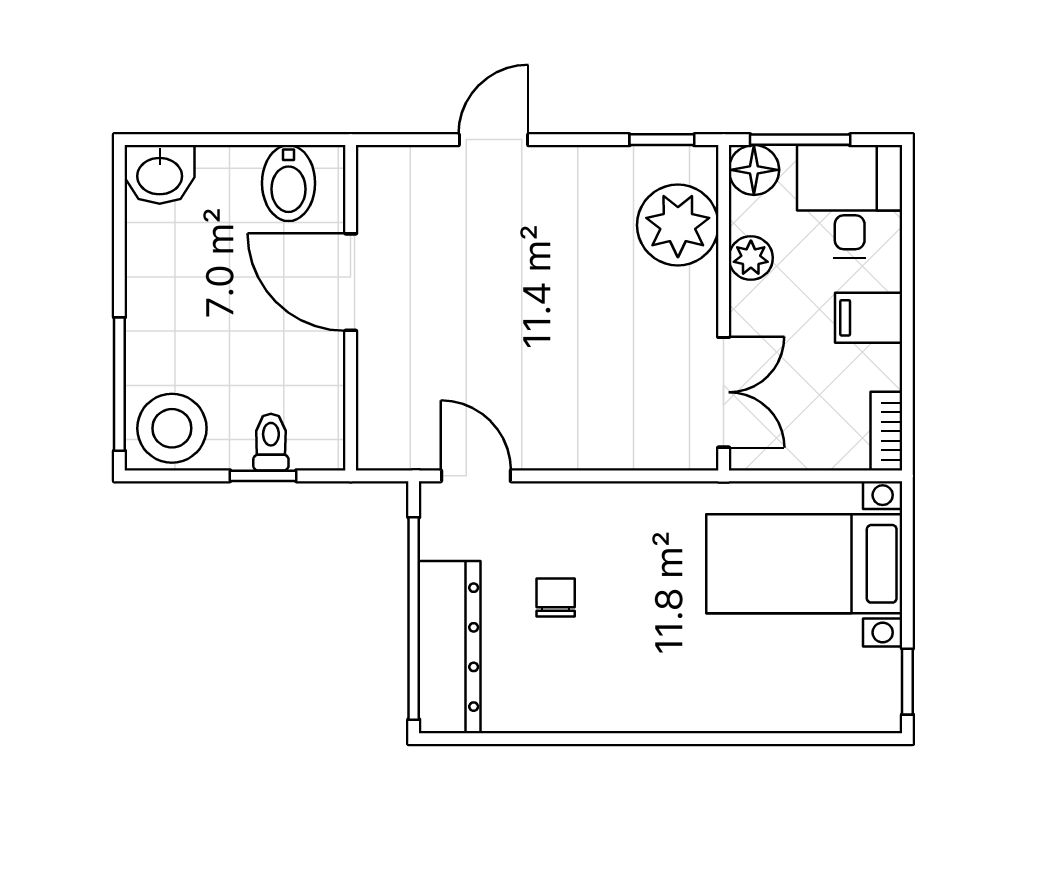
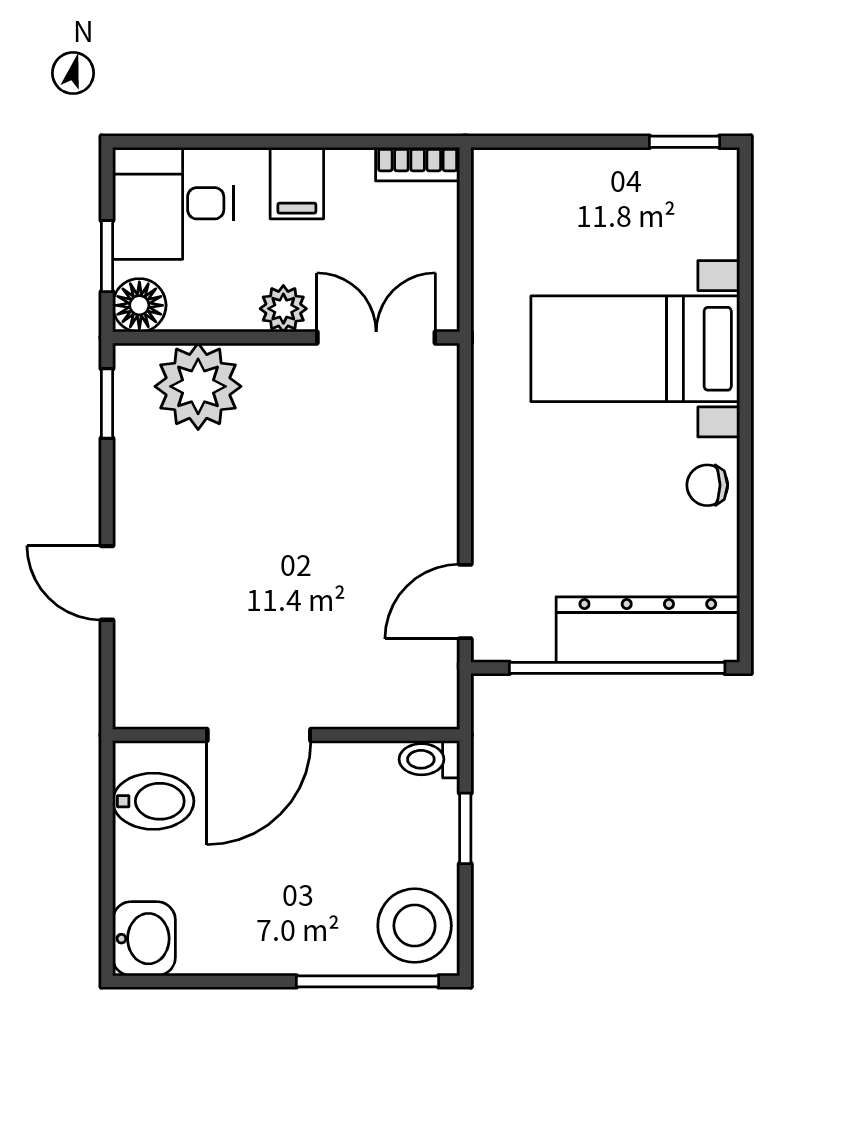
window: (800, 140) -> (107, 256), width x0.67
plant: (751, 258) -> (283, 309), moved
toilet: (271, 442) -> (429, 759), moved
bed with nightstands: (804, 564) -> (635, 349), moved, turned 90
chair: (556, 598) -> (707, 485), moved

